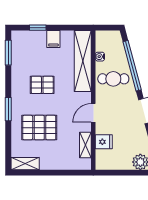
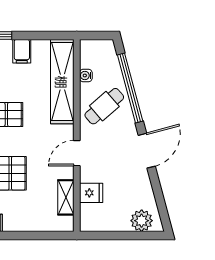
cafe table: (113, 79) -> (104, 106), turned -41

